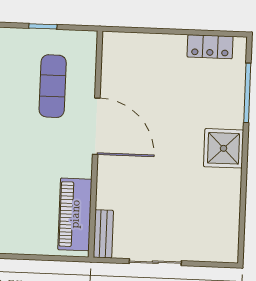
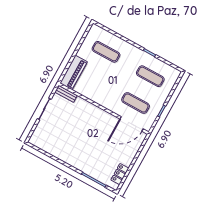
door: (96, 126) -> (132, 124), moved
shower: (223, 148) -> (76, 159), removed
piano: (75, 214) -> (73, 72), moved, turned 90

